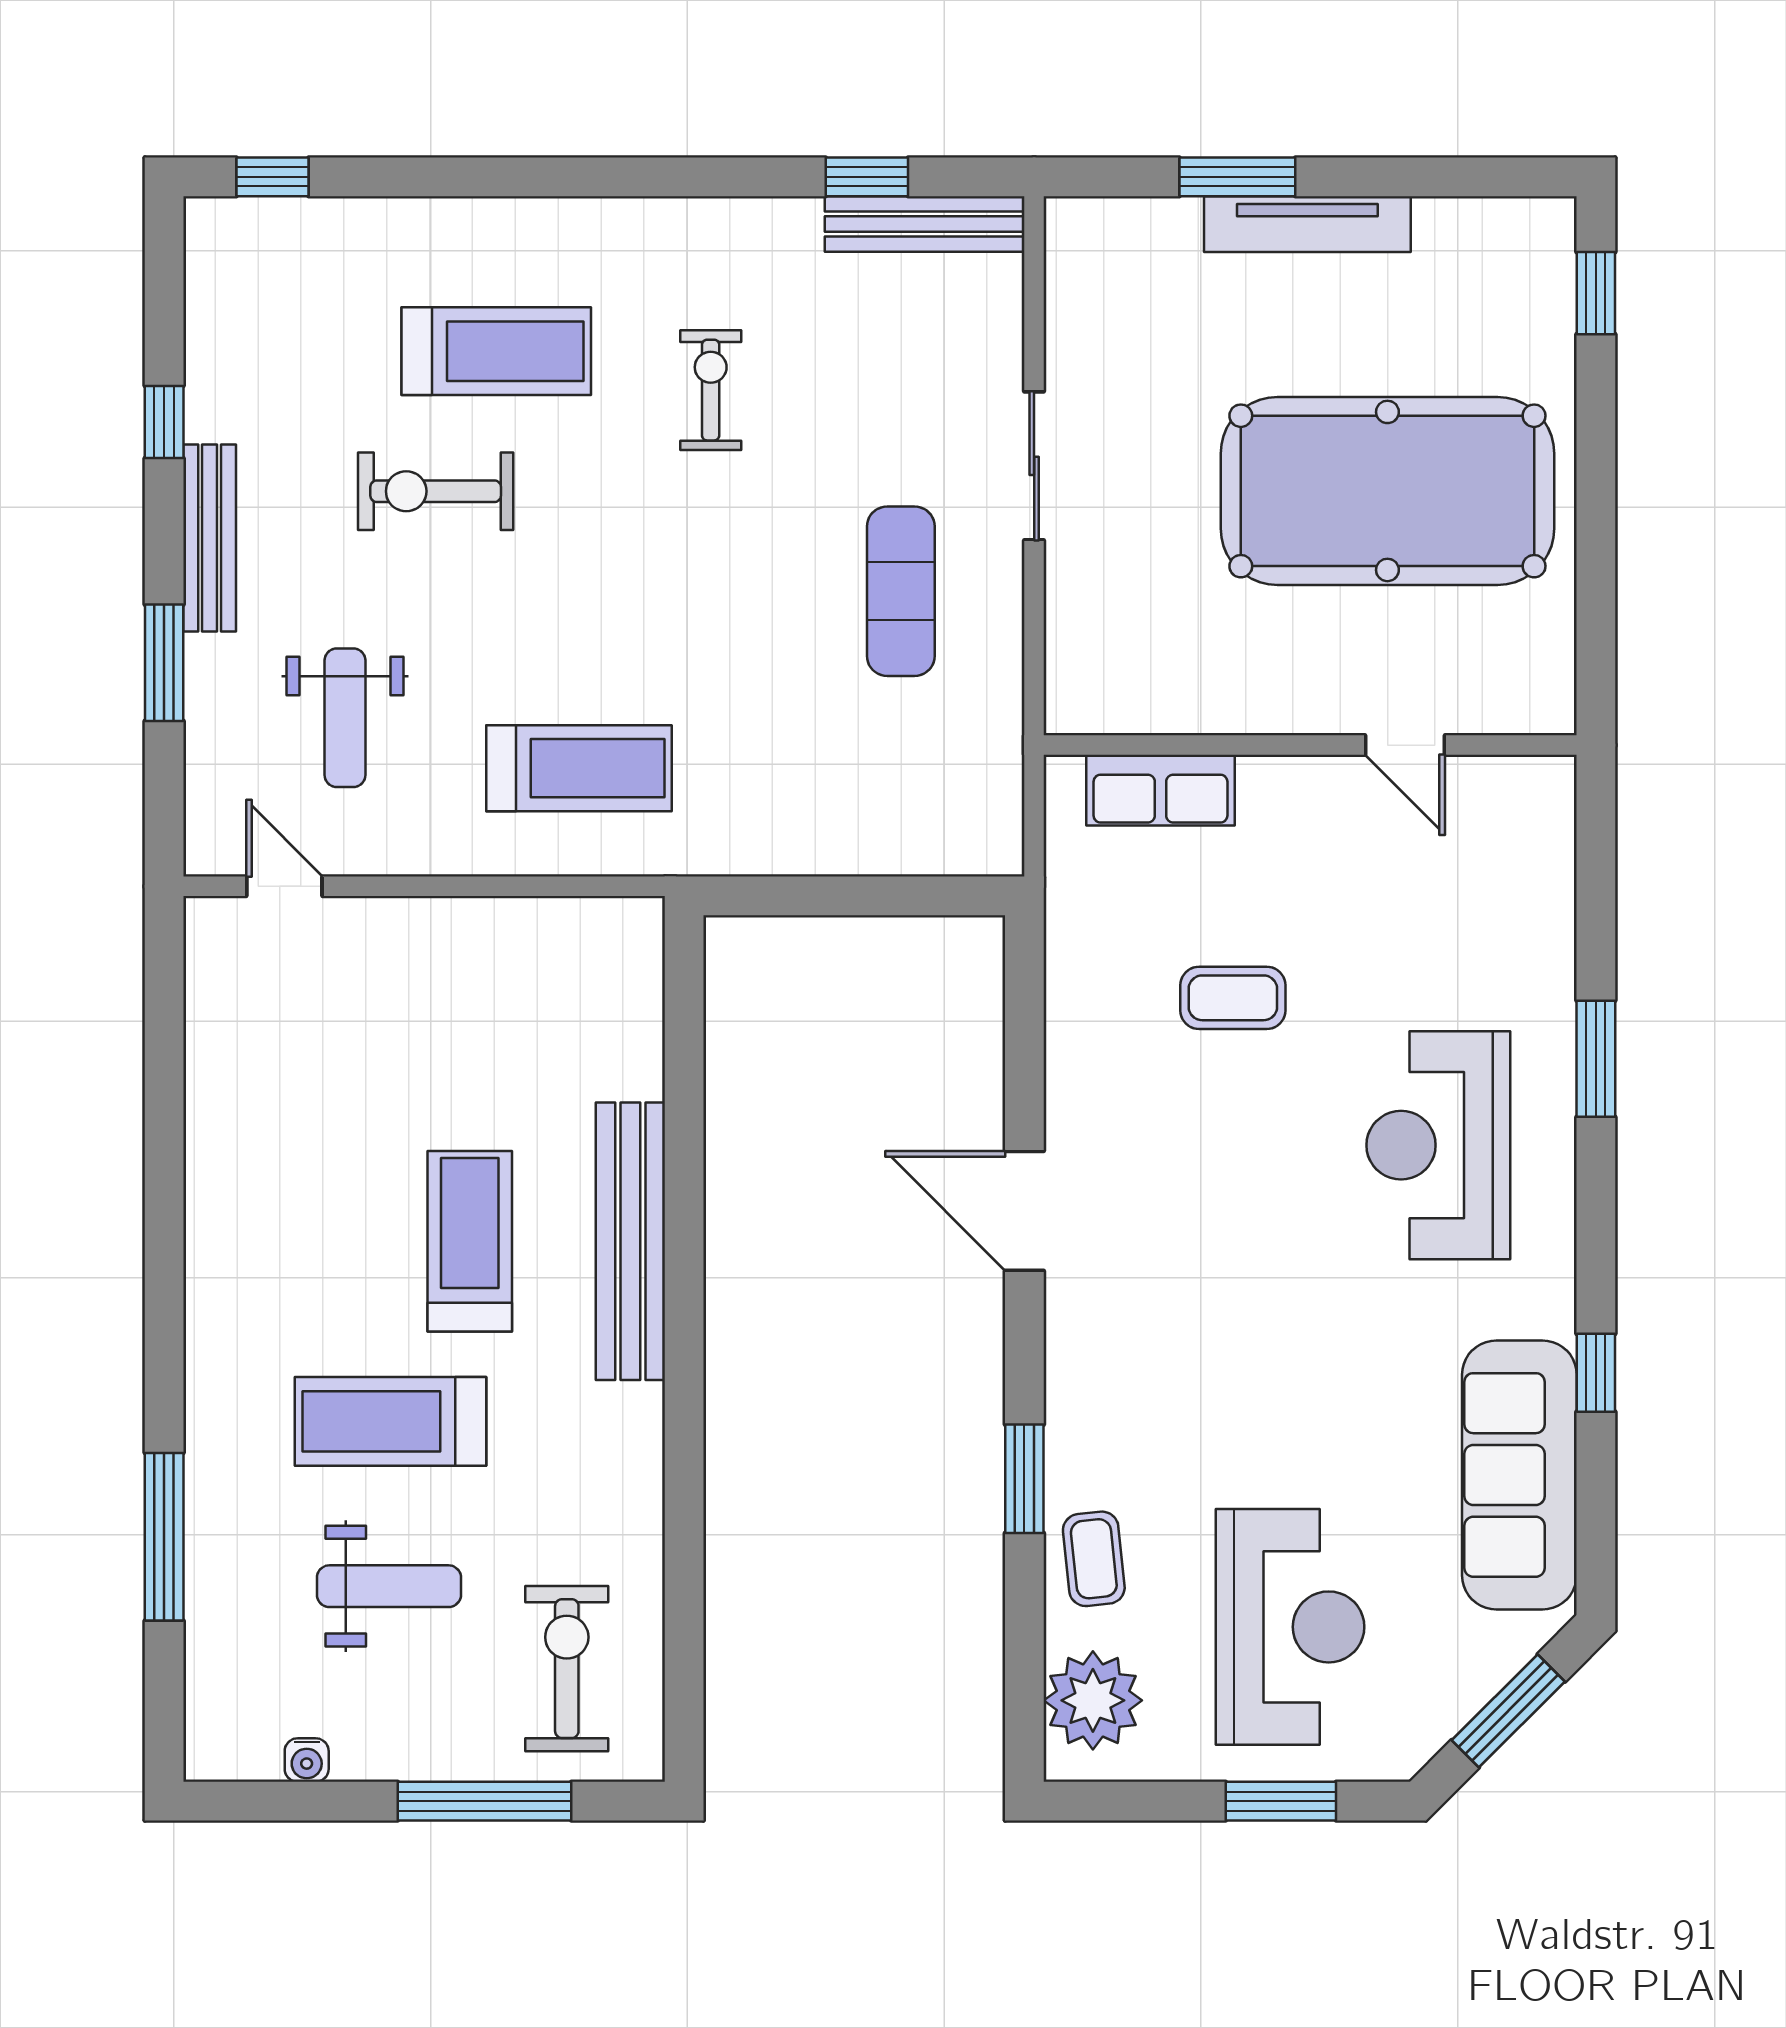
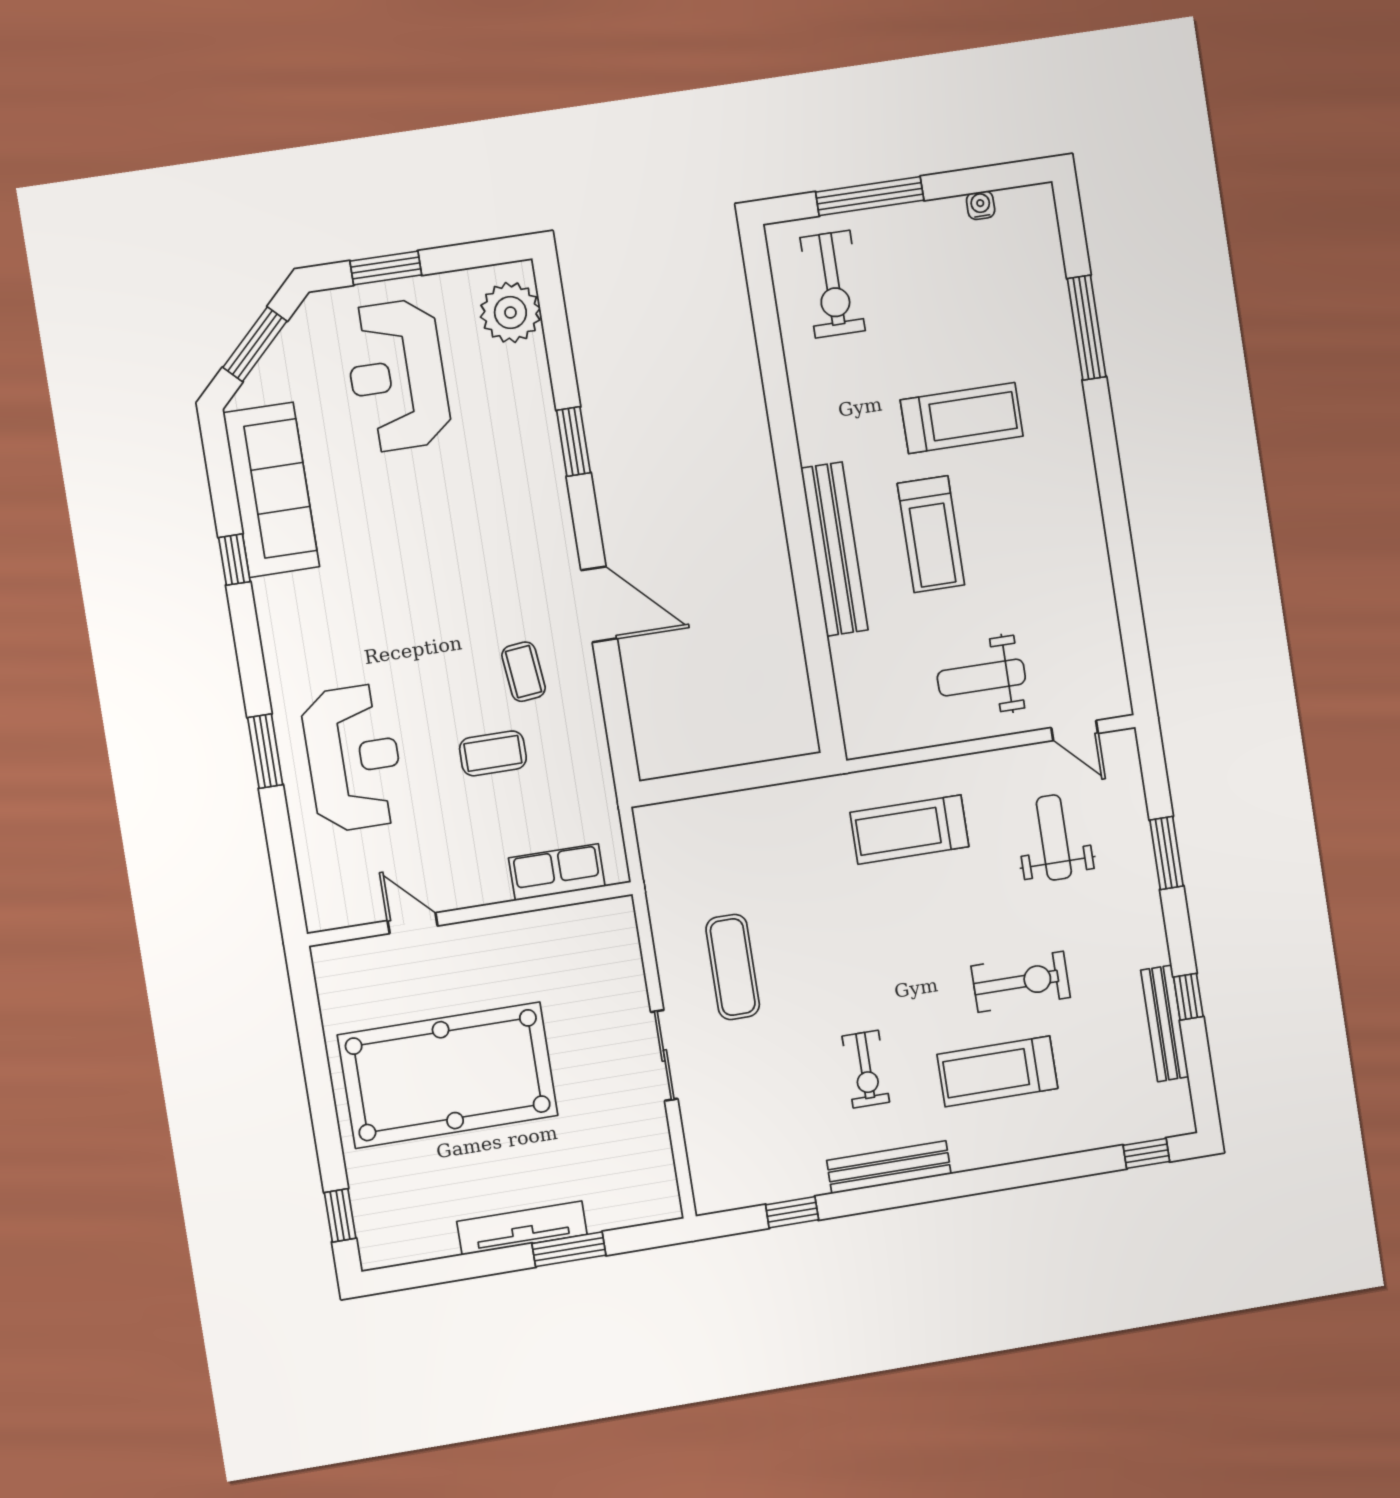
bench: (925, 224) -> (889, 1167), moved
bench: (210, 538) -> (1165, 1023), moved
reception desk: (1438, 1145) -> (353, 758), moved
coffee table: (1094, 1559) -> (524, 672), moved
weight bench: (389, 1586) -> (981, 677), moved

